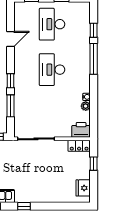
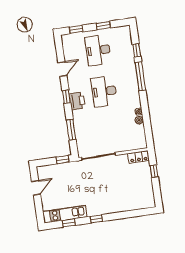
window: (11, 81) -> (66, 97), moved
printer: (81, 130) -> (77, 101), moved, turned 90
fridge: (83, 188) -> (148, 195), removed

